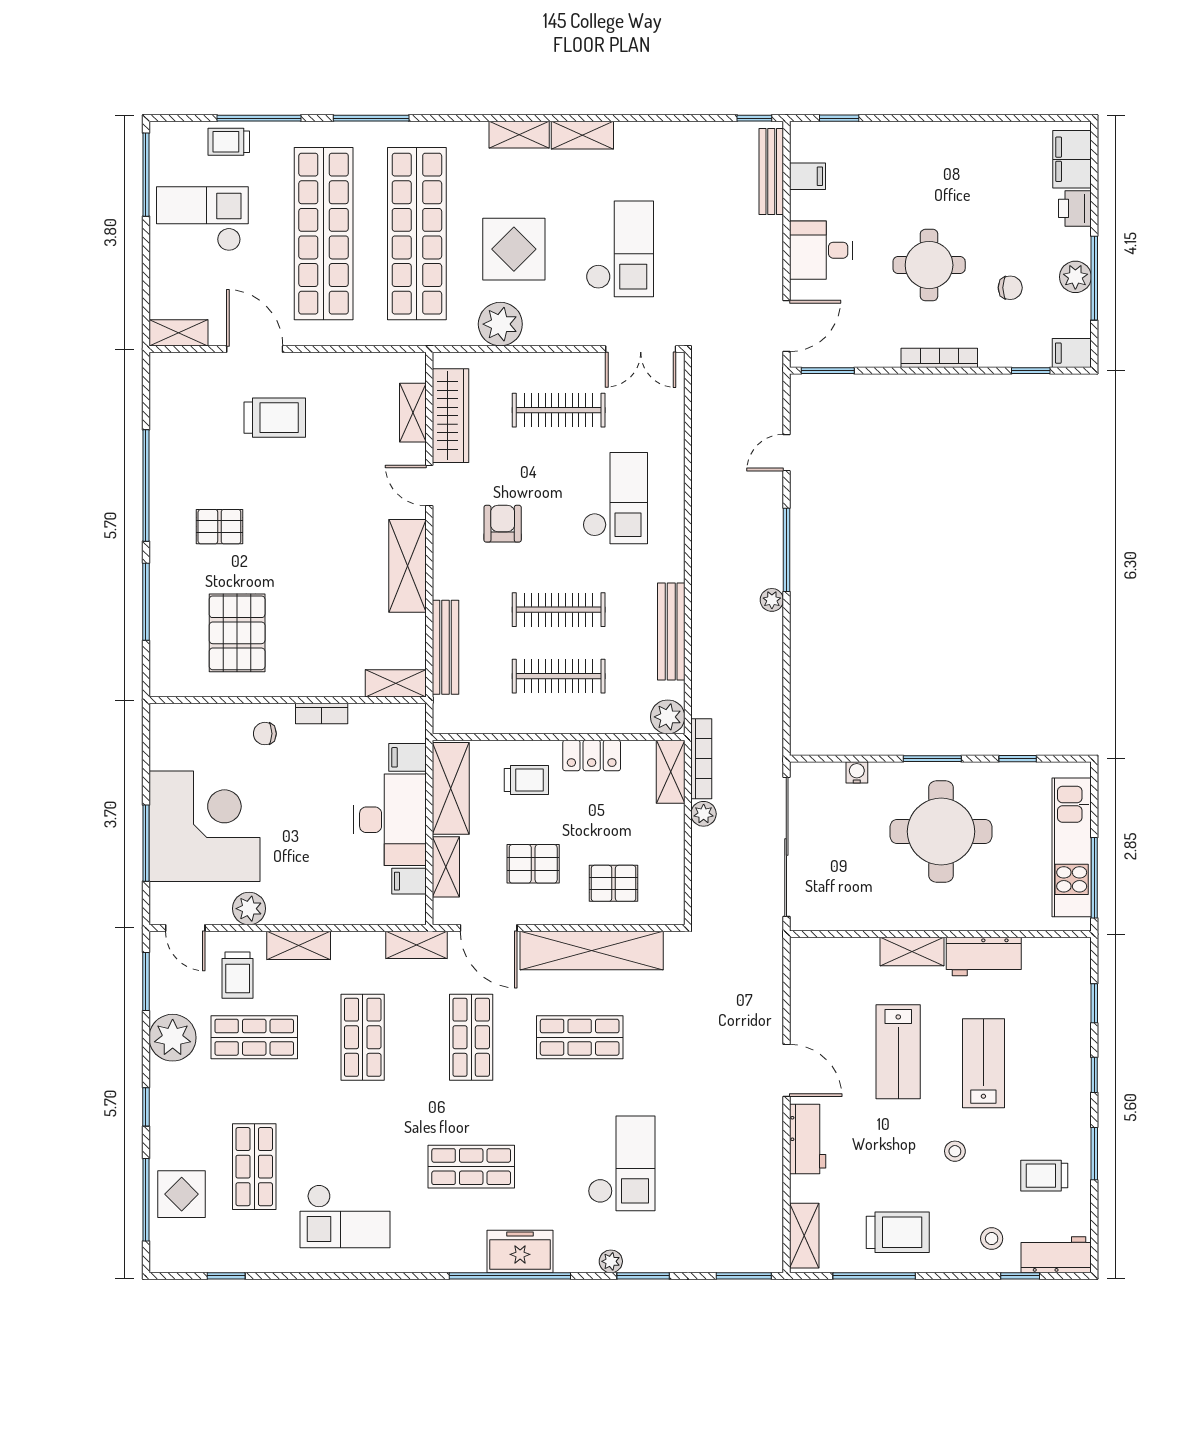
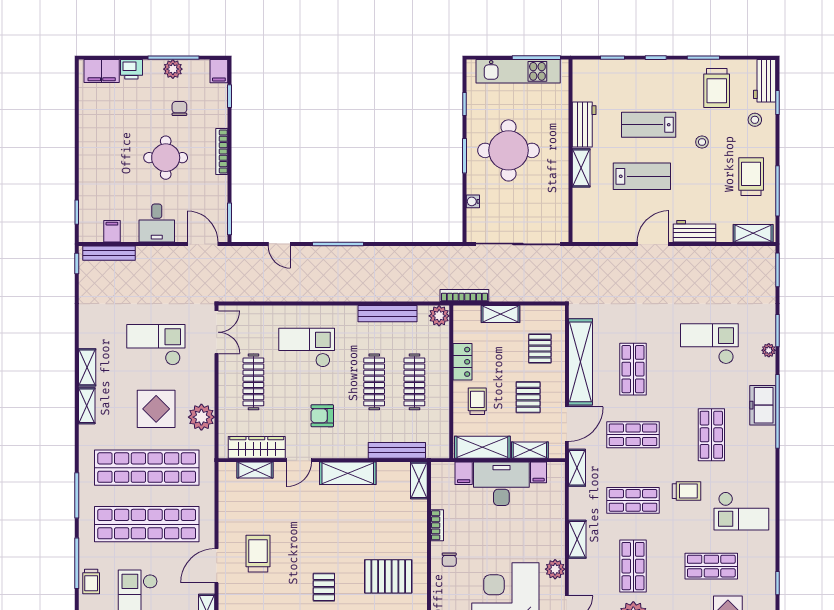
plant: (772, 600) -> (368, 253), removed
shelving: (671, 772) -> (500, 314), moved
plant: (704, 814) -> (498, 294), removed
trolley: (238, 975) -> (686, 491), moved
trolley: (1044, 1176) -> (717, 88), width x1.36, depth x1.39
checkout: (345, 1216) -> (741, 511), turned 90

